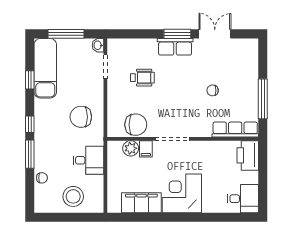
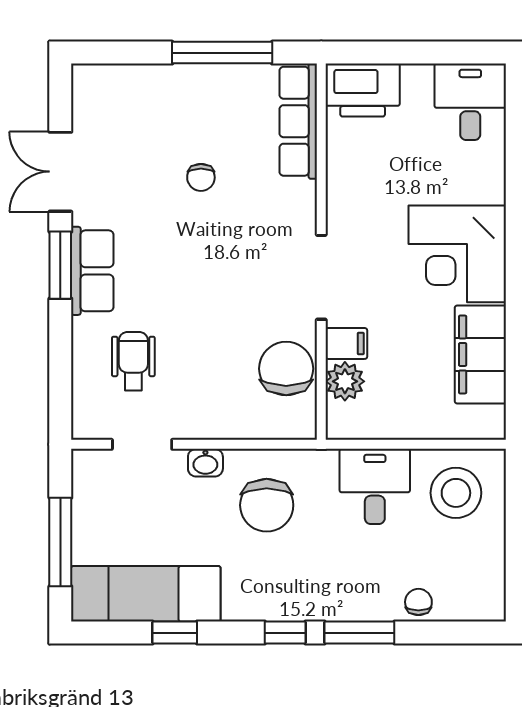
washbasin: (98, 45) -> (205, 463), moved
wheelchair: (142, 78) -> (133, 361), moved
stool: (73, 196) -> (456, 493), moved

